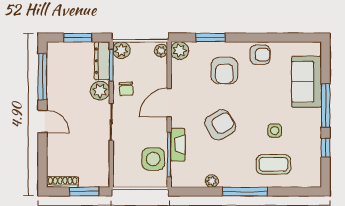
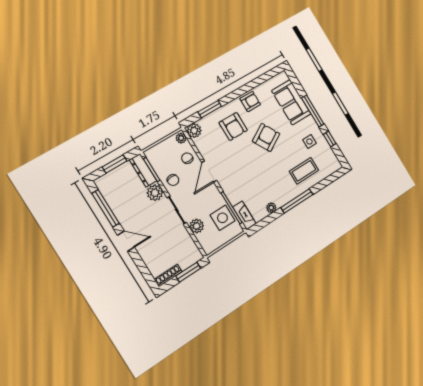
plant: (121, 50) -> (197, 226), moved
chair: (155, 75) -> (187, 158), added
armchair: (220, 125) -> (266, 137), moved
side table: (275, 131) -> (309, 142), moved
fireplace: (178, 145) -> (244, 215), moved

